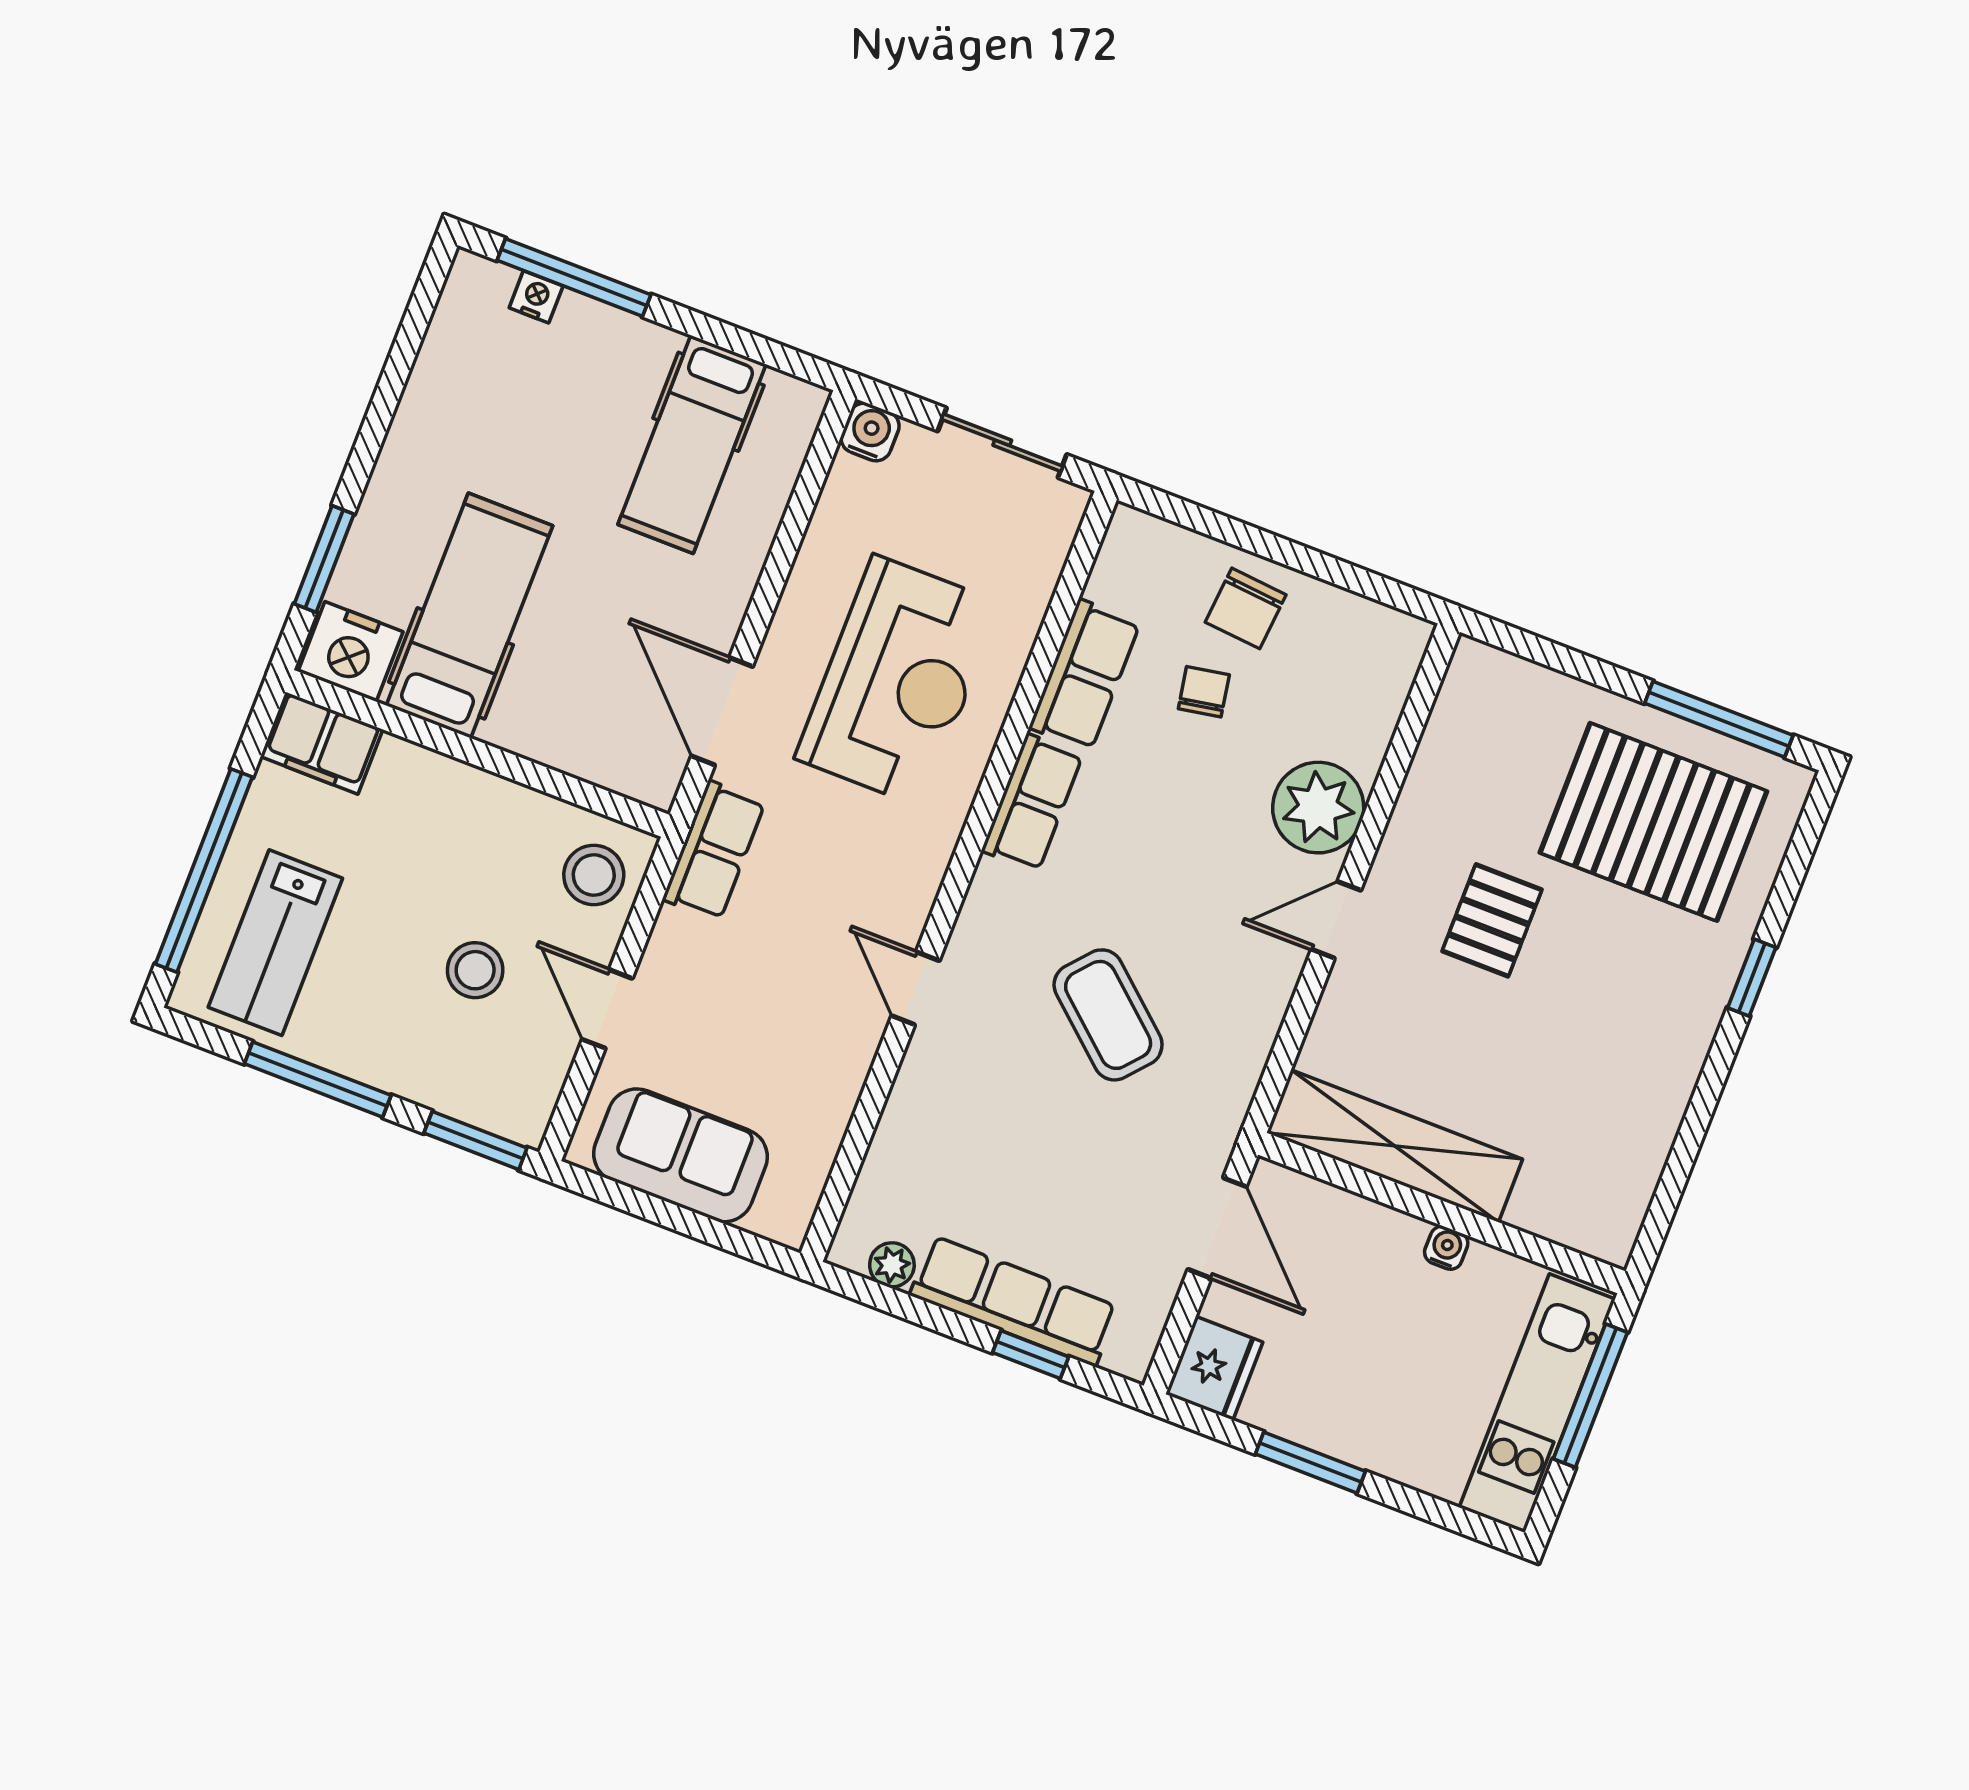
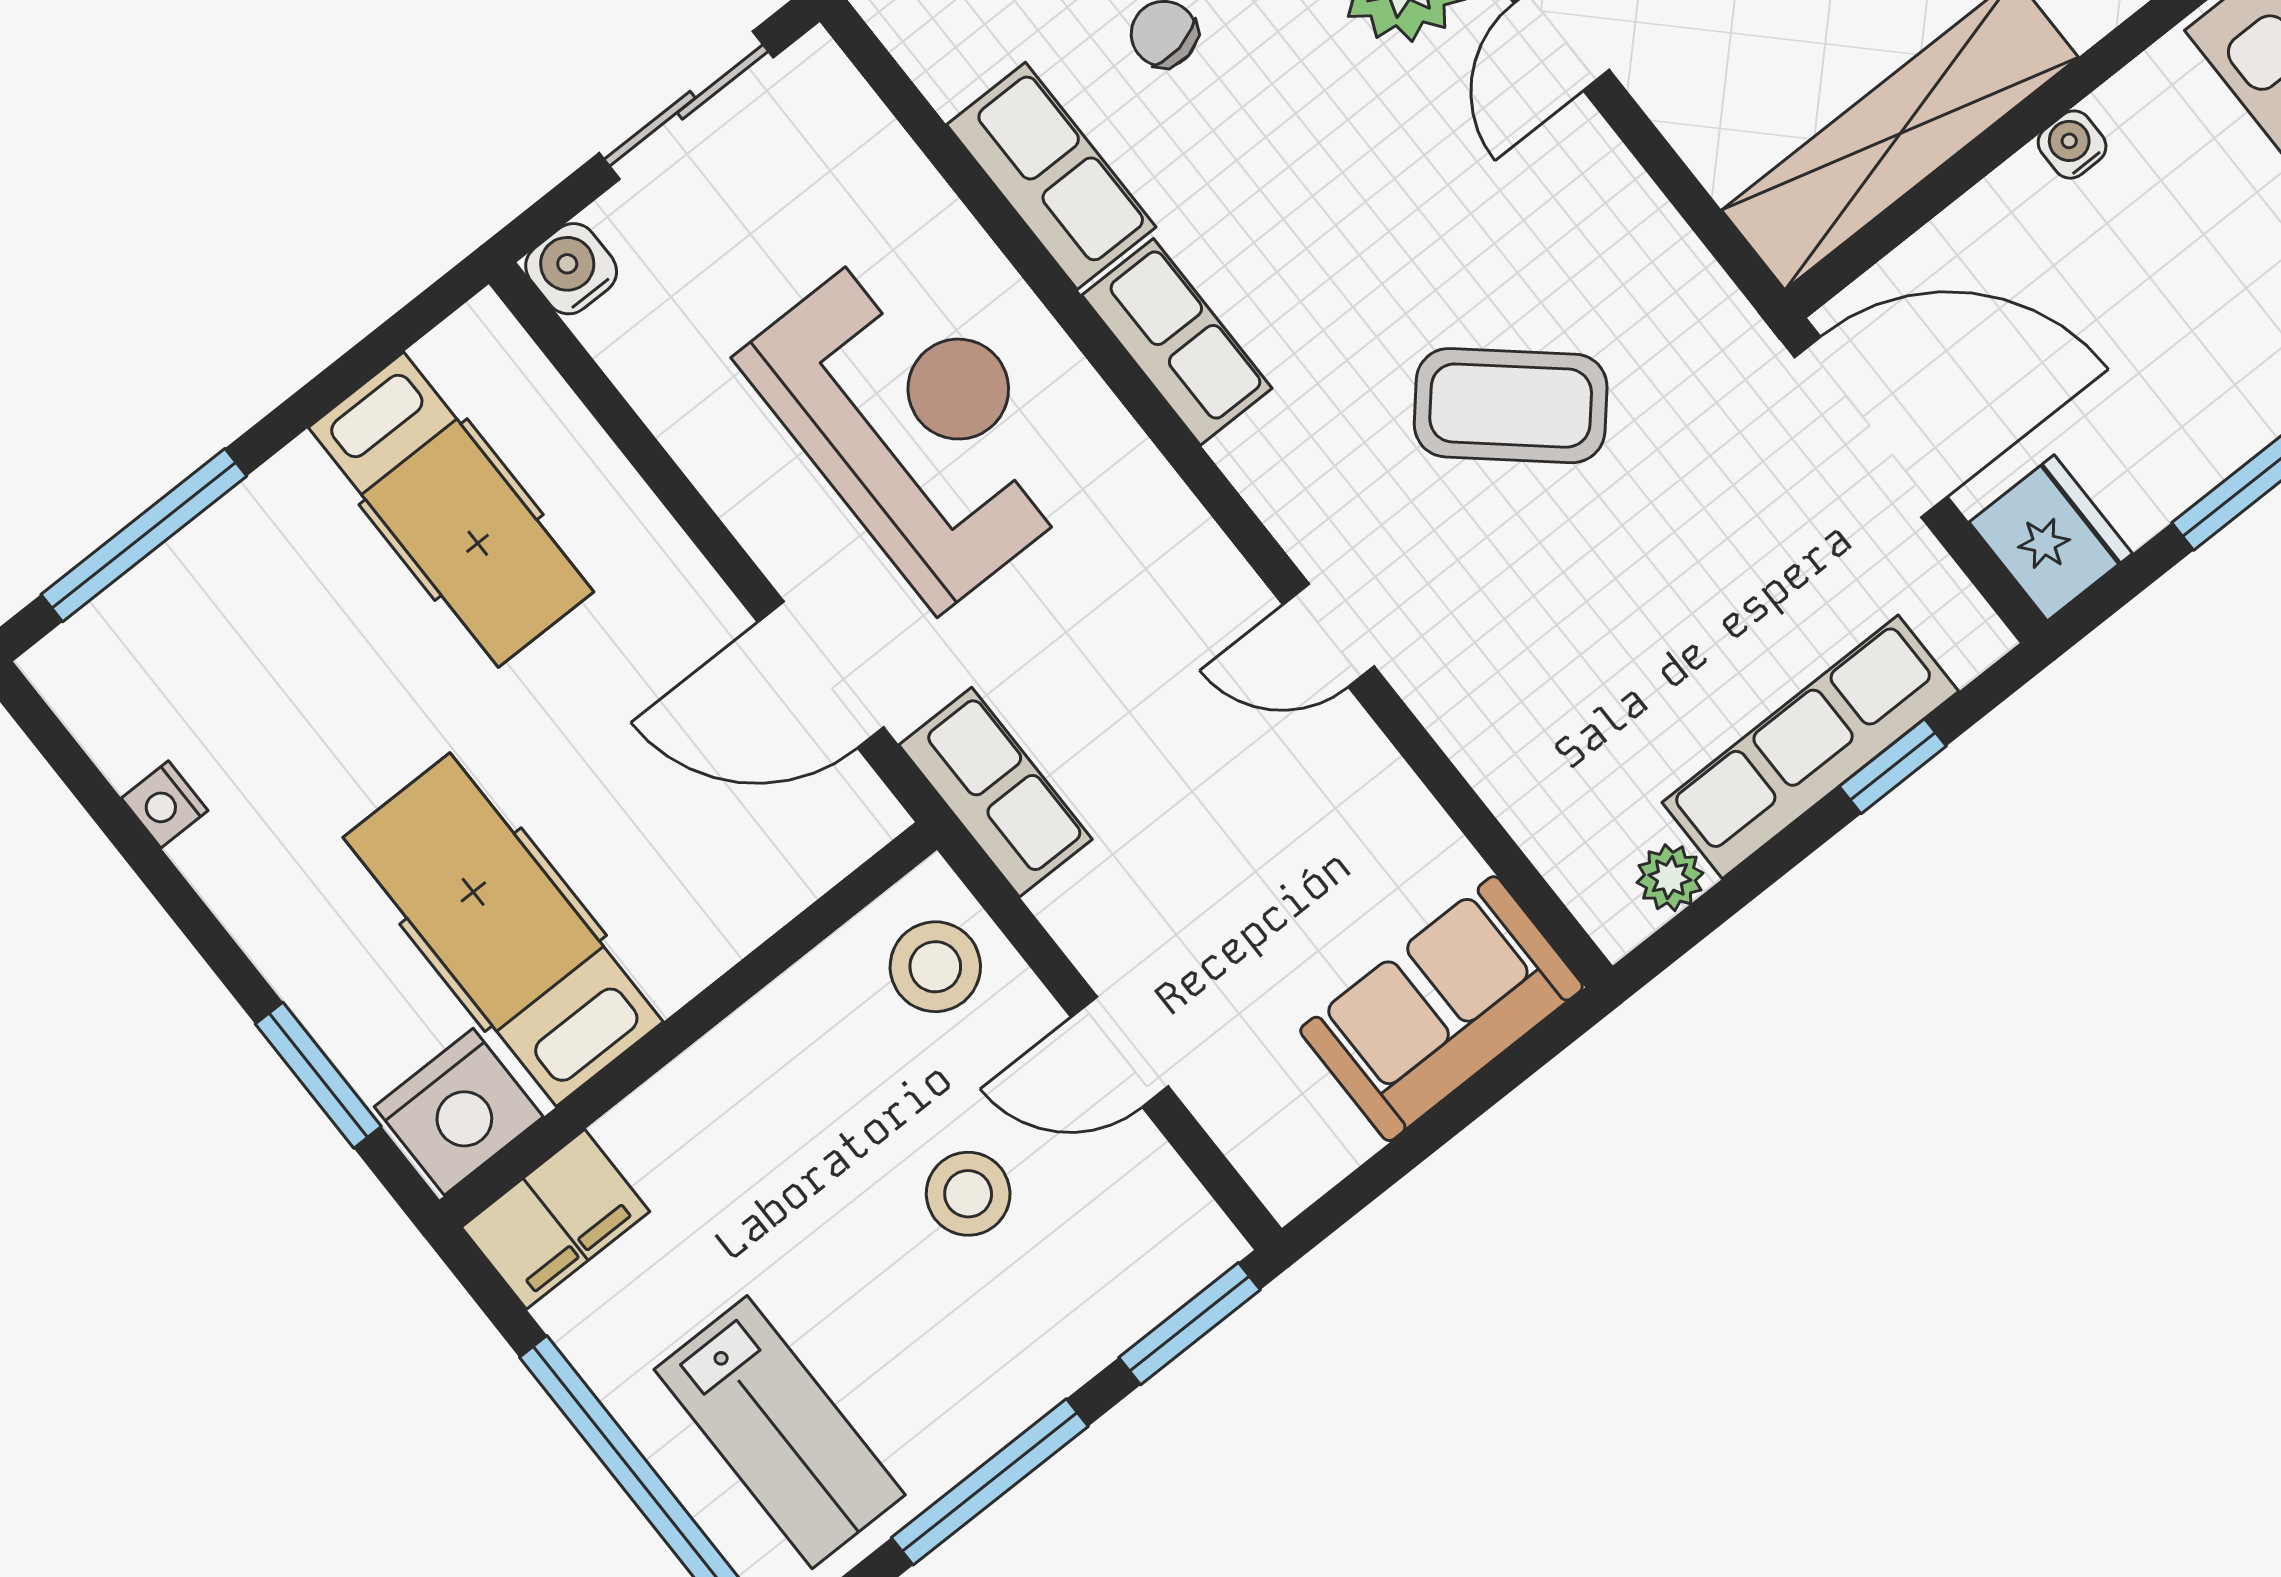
nightstand: (536, 297) -> (165, 804), moved, turned -90
sofa: (680, 1155) -> (1442, 1009), moved
door: (1217, 1228) -> (1871, 427), width x1.36

